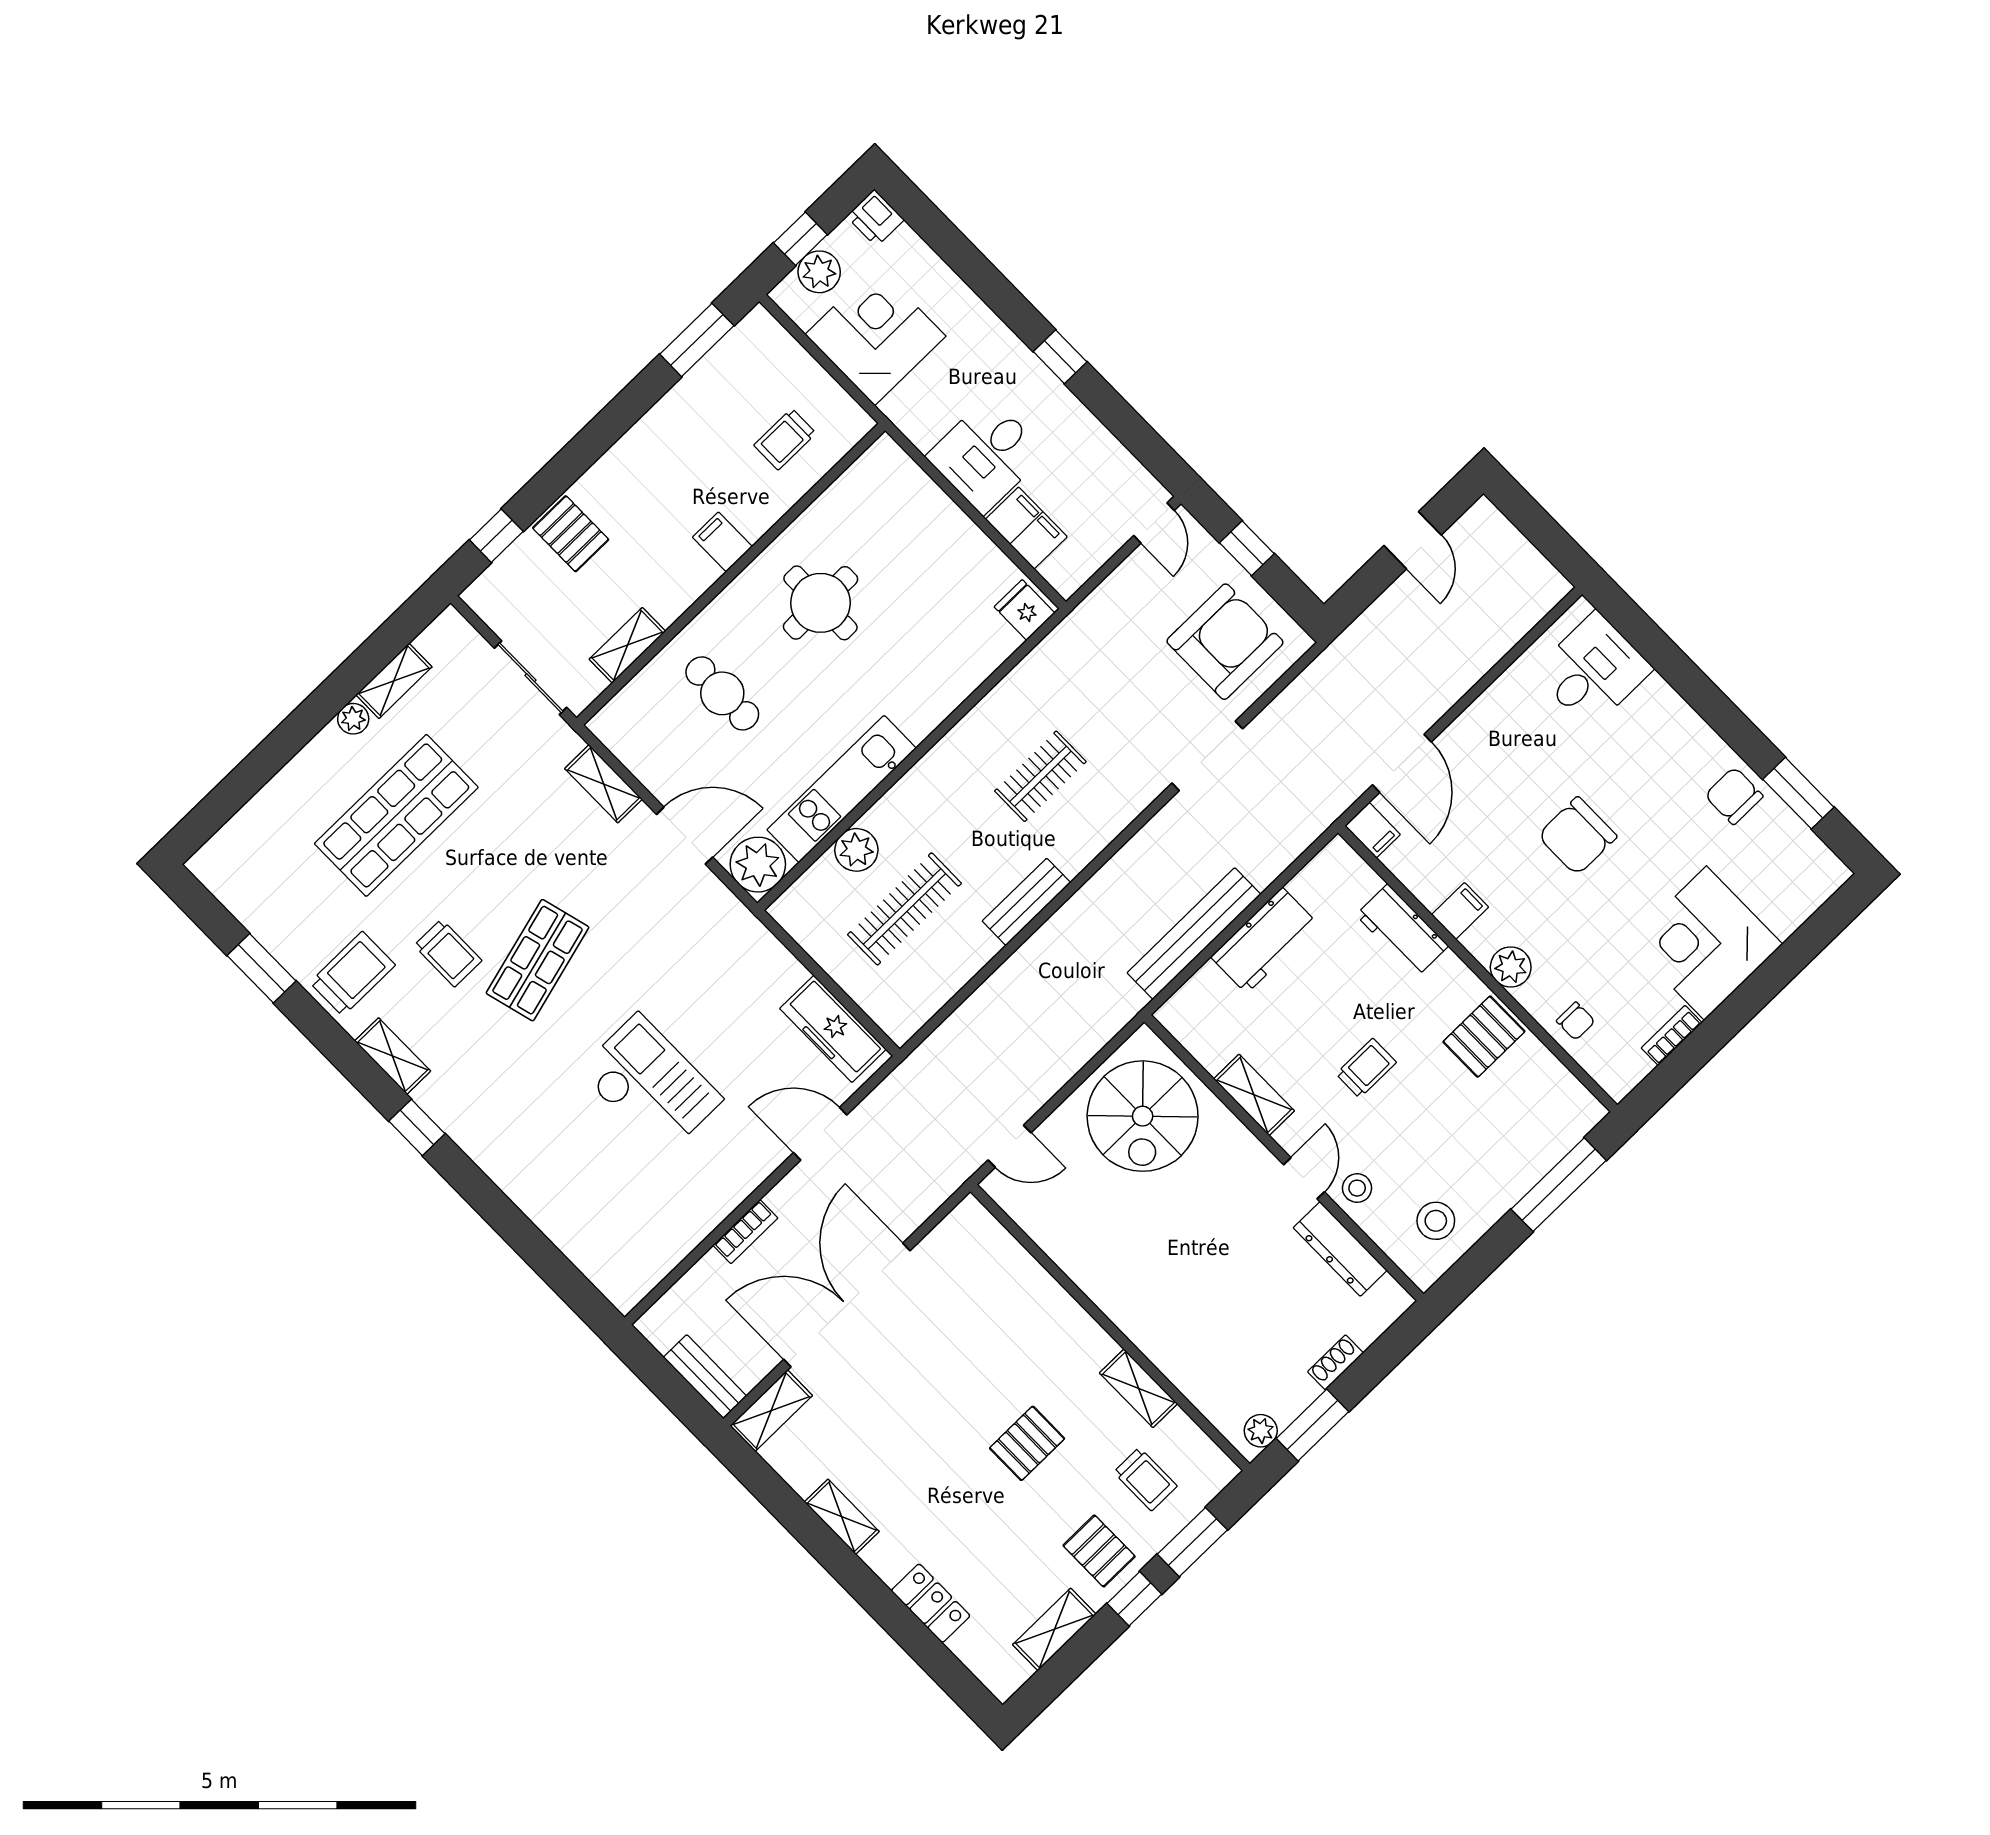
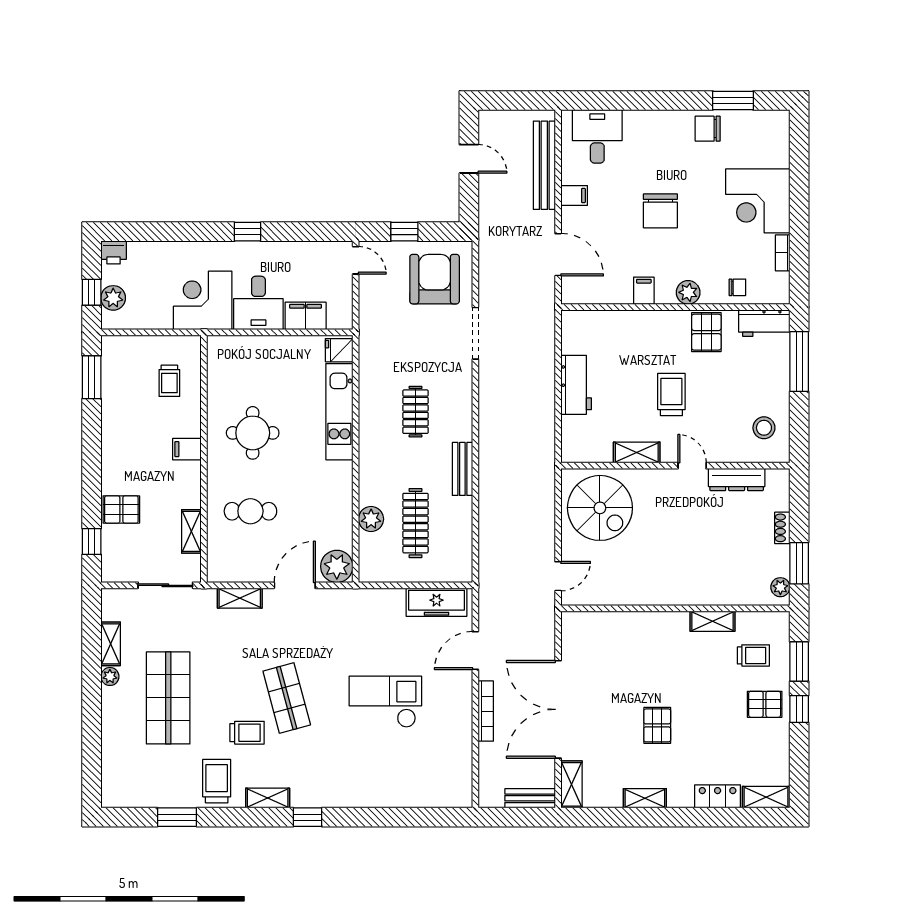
corner desk: (875, 335) -> (203, 300), moved
kitchen unit: (842, 789) -> (339, 412), moved
filing cabinet: (1373, 830) -> (574, 196), moved
workbench: (1402, 930) -> (764, 323), moved
bench: (1194, 933) -> (544, 165), moved
trolley: (1366, 1068) -> (671, 394), width x1.36, depth x1.39
stool: (1357, 1188) -> (718, 447), removed
bookcase: (745, 1232) -> (486, 711), width x1.56
pallet: (1027, 1443) -> (657, 725), moved
shelving: (1054, 1629) -> (766, 797), moved, turned 90

